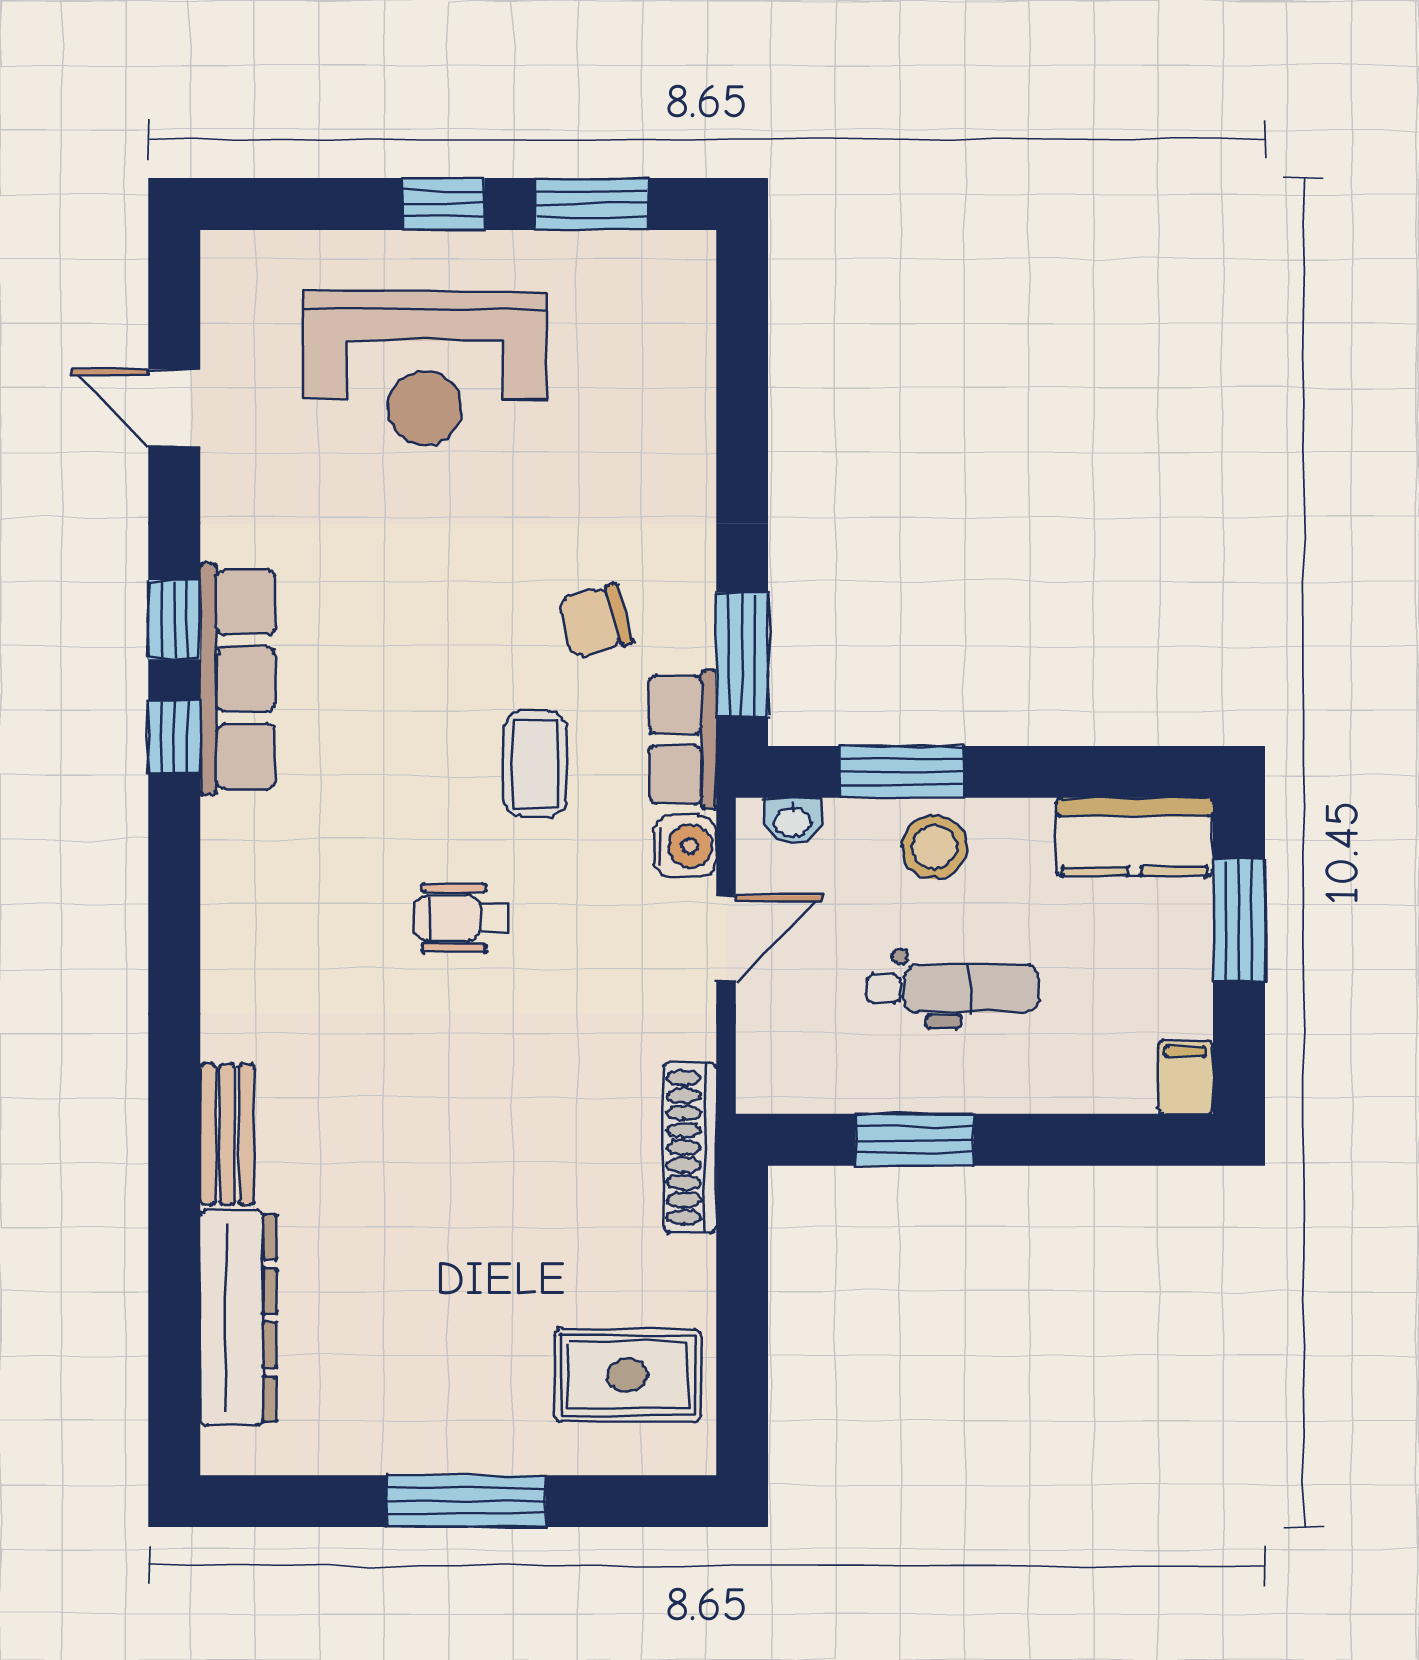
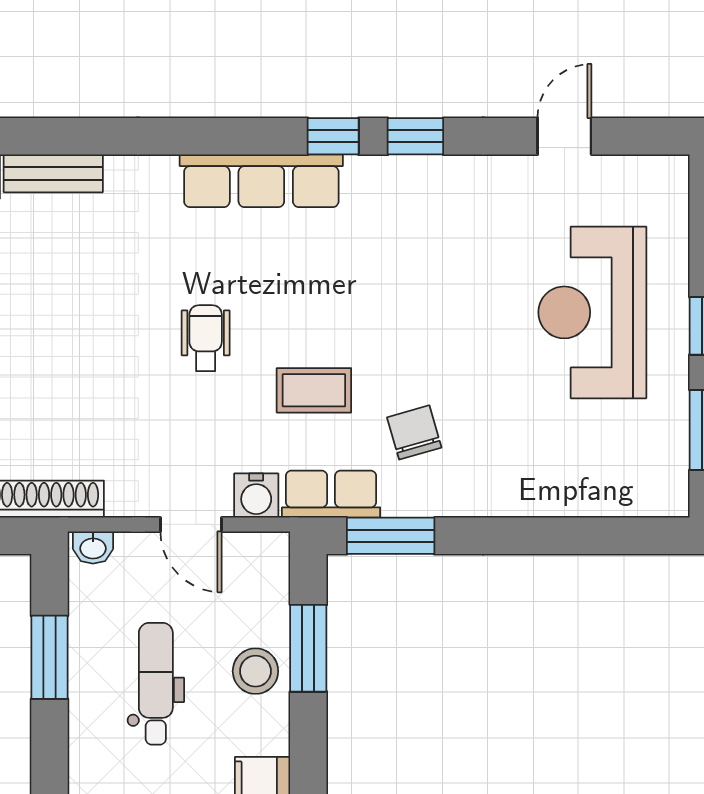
row of seats: (238, 679) -> (261, 181), moved
washbasin: (793, 821) -> (93, 547), moved, turned -90
dental chair: (952, 989) -> (156, 684), turned 180

